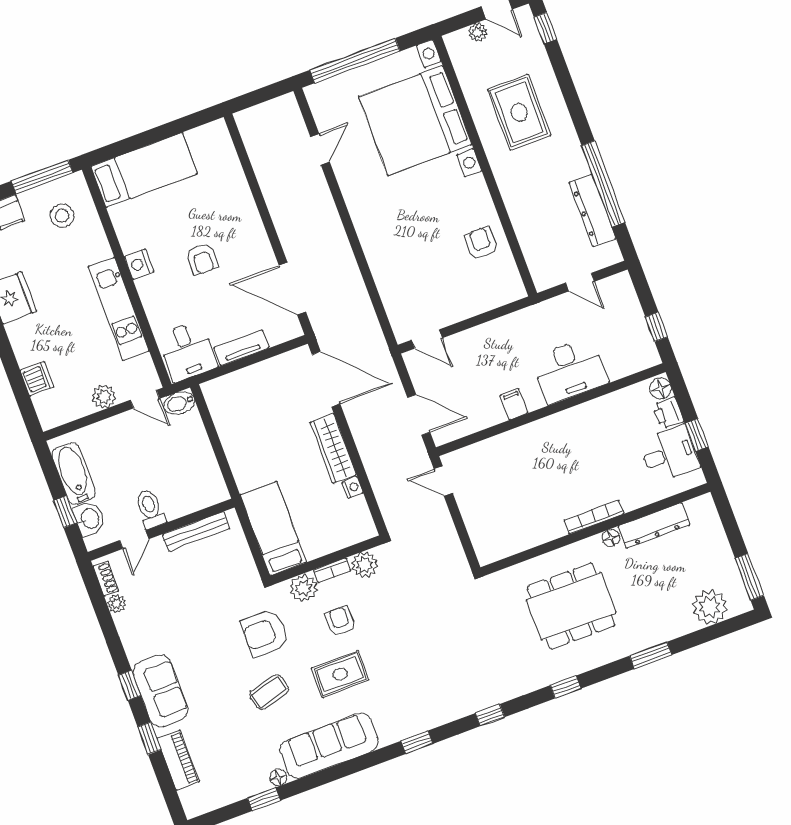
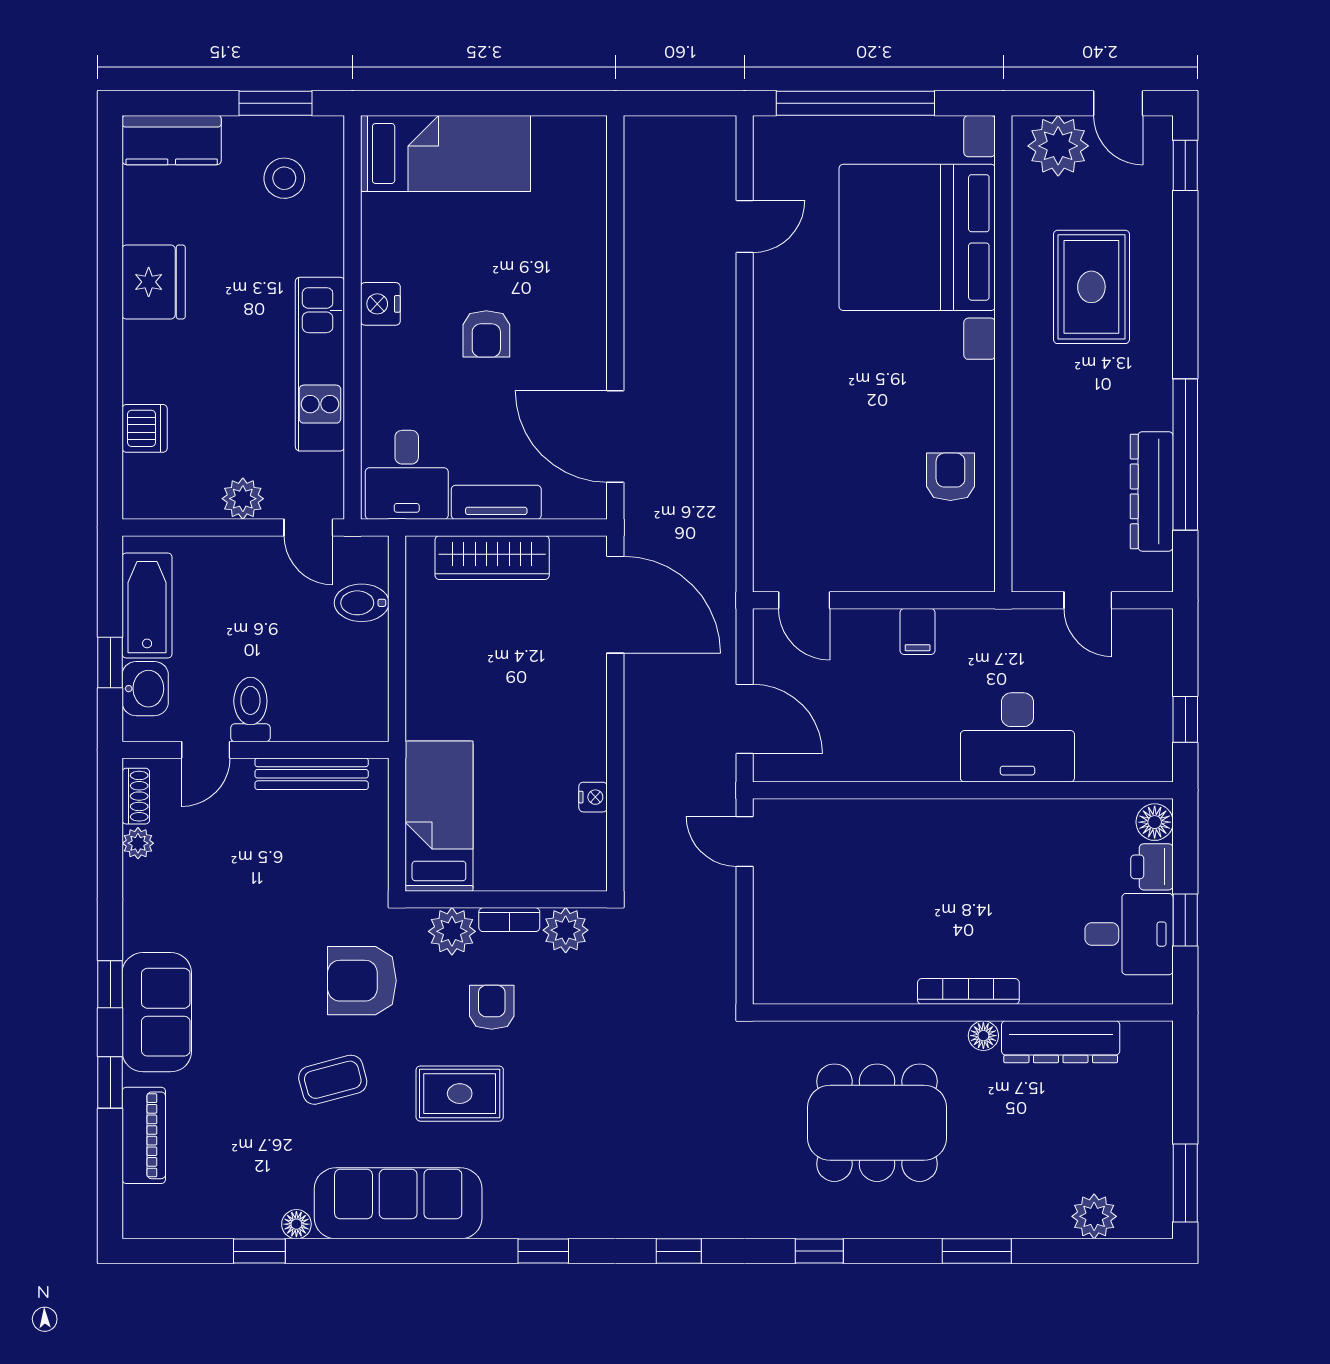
plant: (478, 32) -> (1058, 146), width x1.87, depth x1.87
window: (42, 177) -> (275, 103), width x0.69
bidet: (179, 403) -> (362, 603), moved
filing cabinet: (514, 404) -> (918, 632), moved, turned 180
wardrobe: (333, 449) -> (492, 558), moved, turned -90
plant: (710, 607) -> (1094, 1216), width x0.73, depth x0.73

